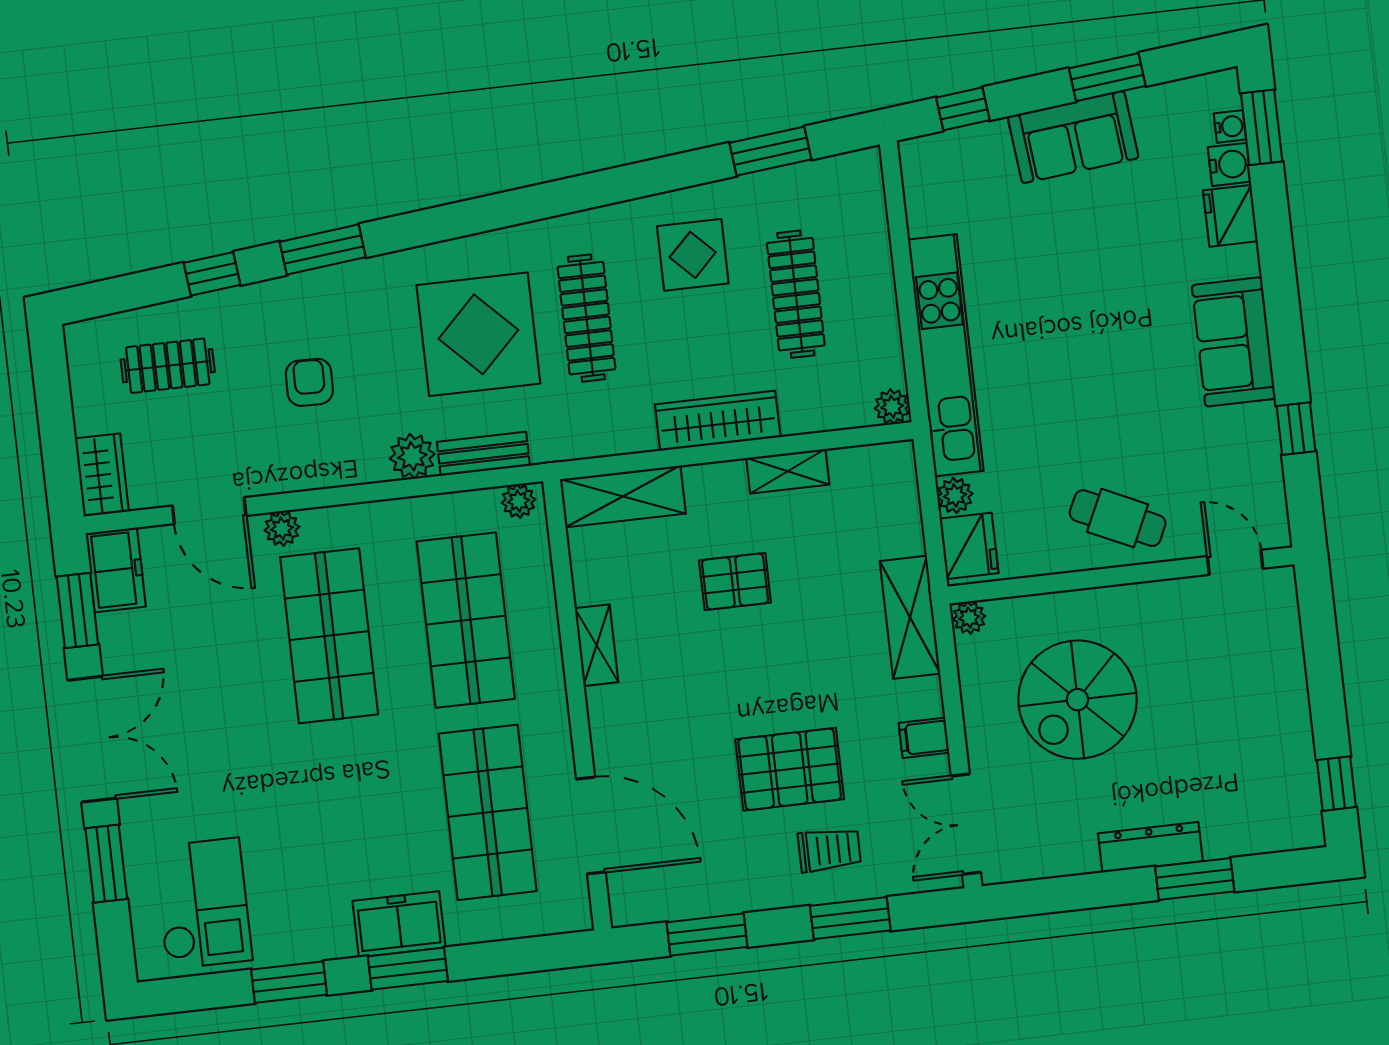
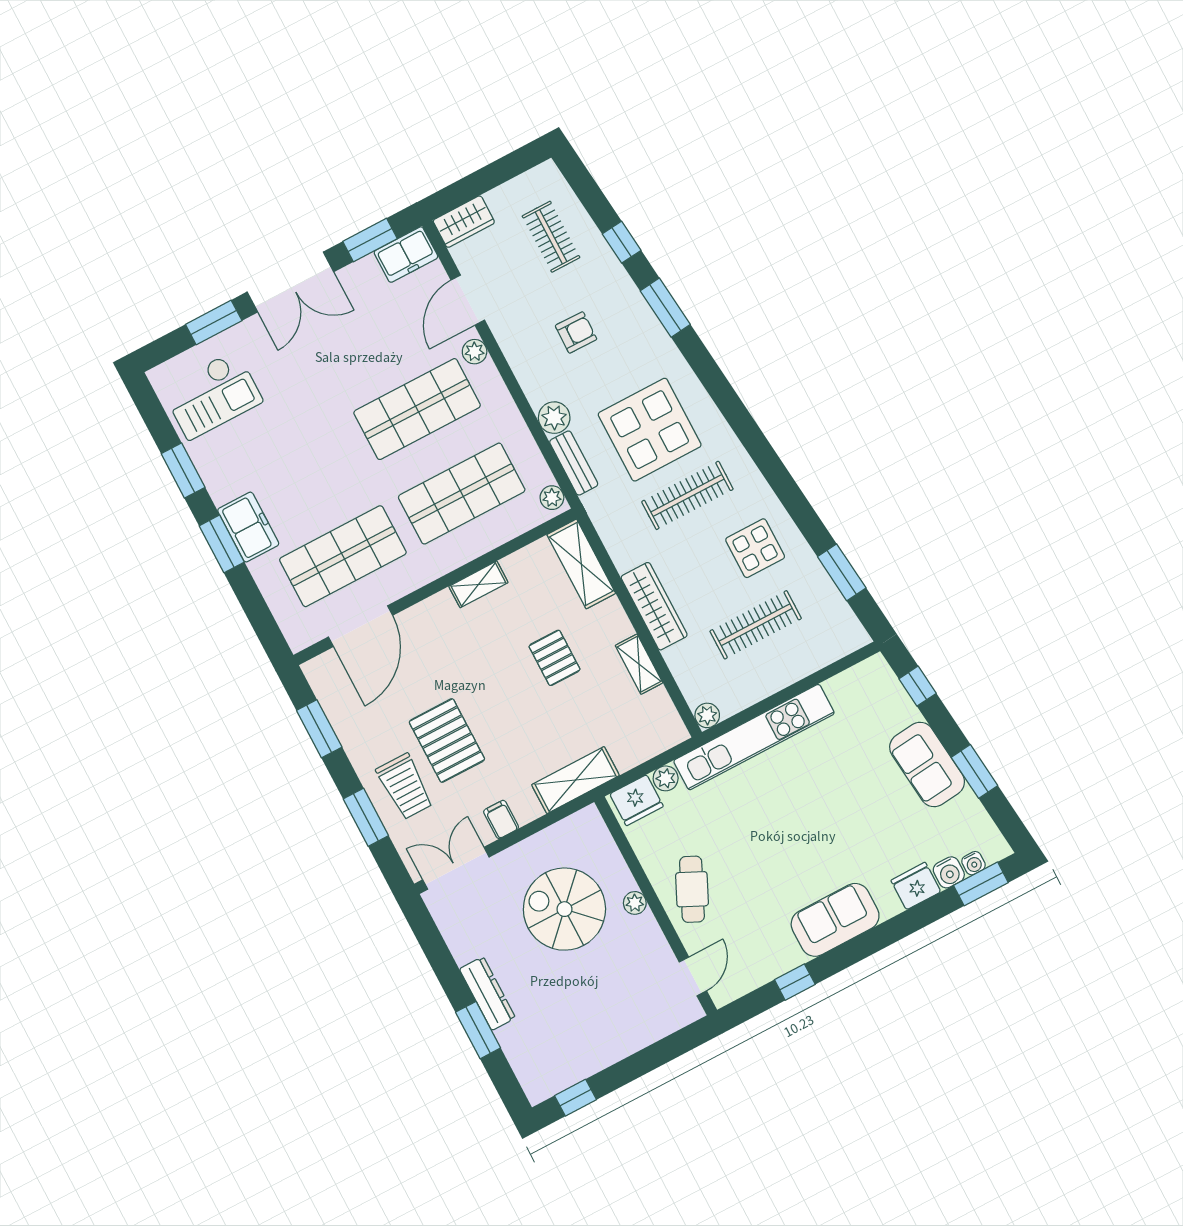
plant: (969, 618) -> (635, 903), moved
trolley: (829, 850) -> (405, 786), width x1.36, depth x1.39

